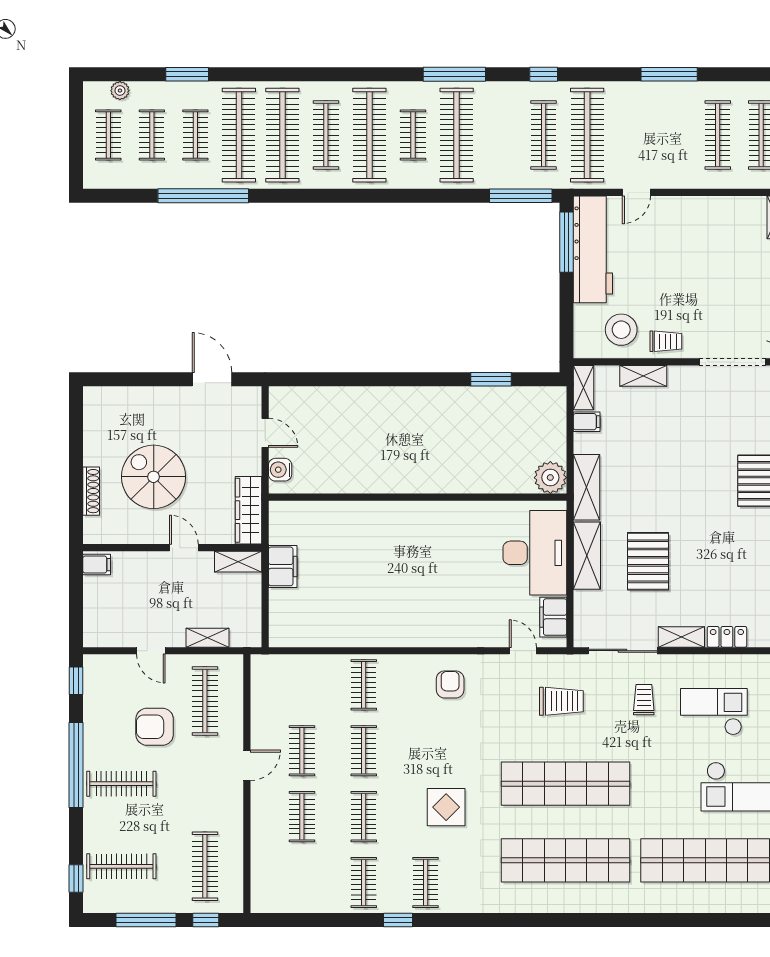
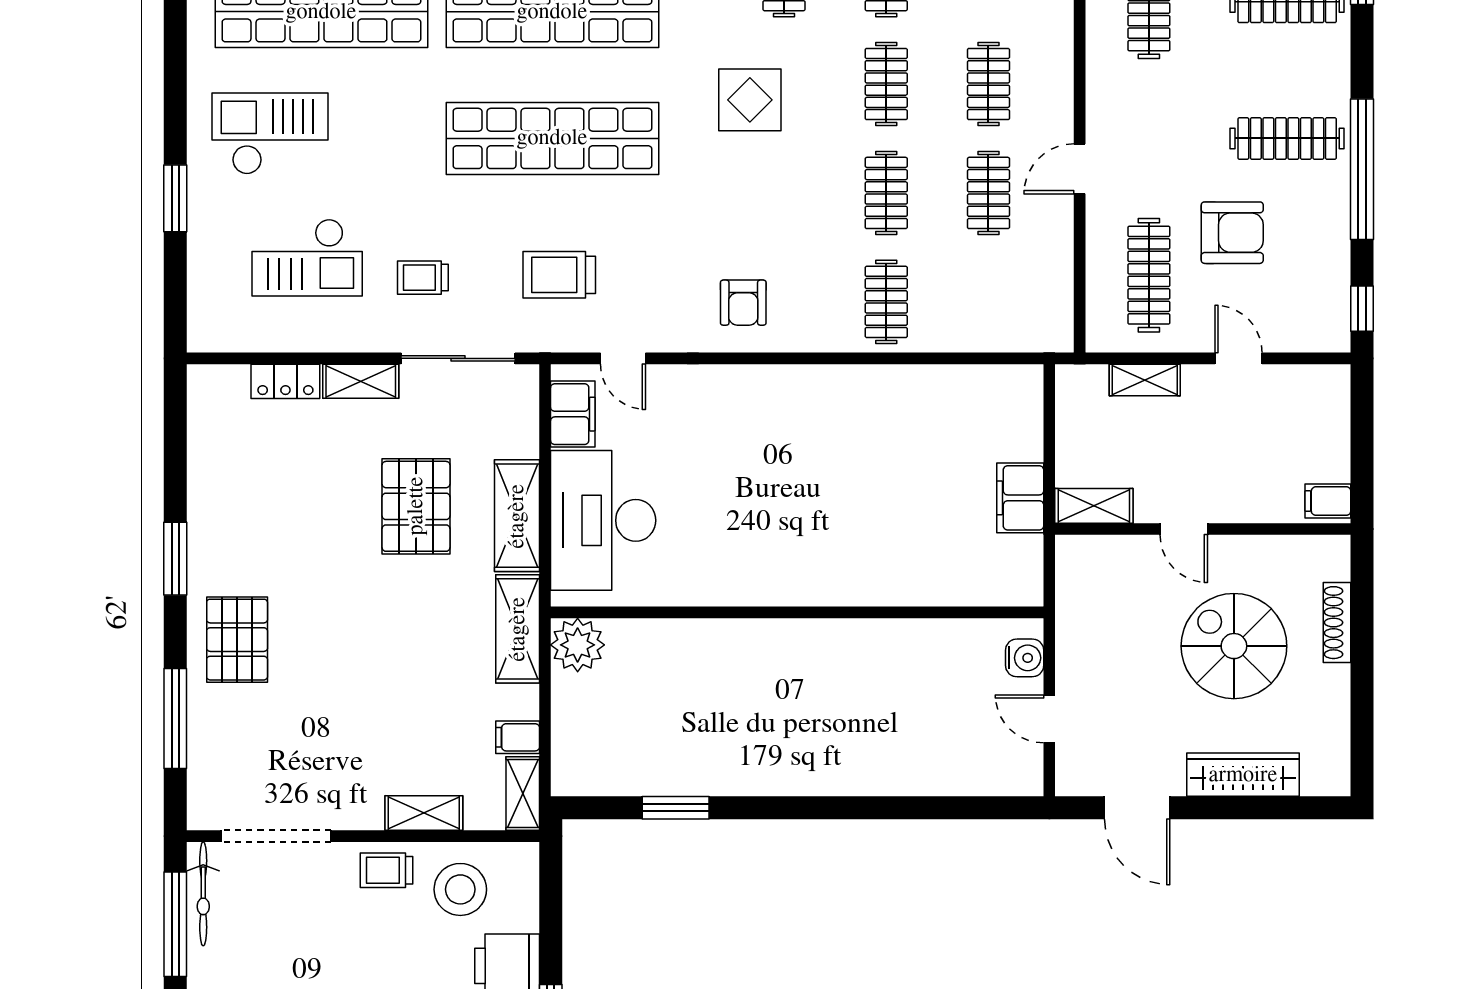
spiral stairs: (154, 477) -> (1234, 646), turned 180
wardrobe: (249, 510) -> (1243, 775), moved, turned -90
trolley: (644, 700) -> (423, 278), turned 90

